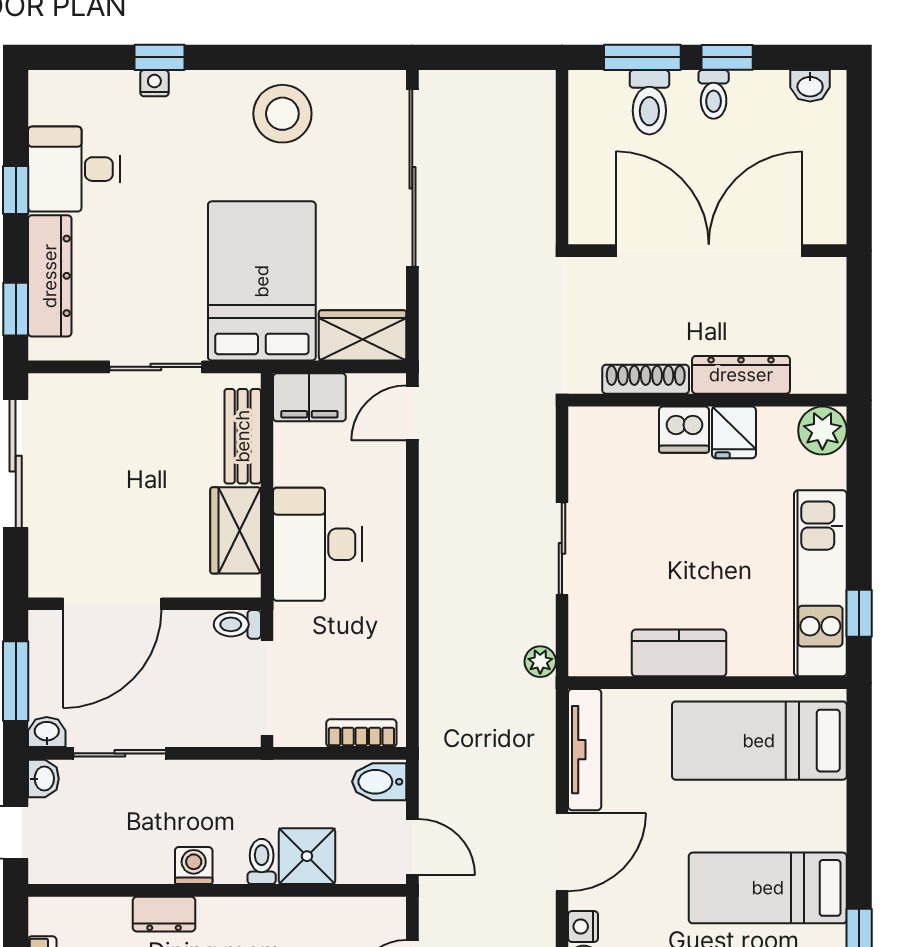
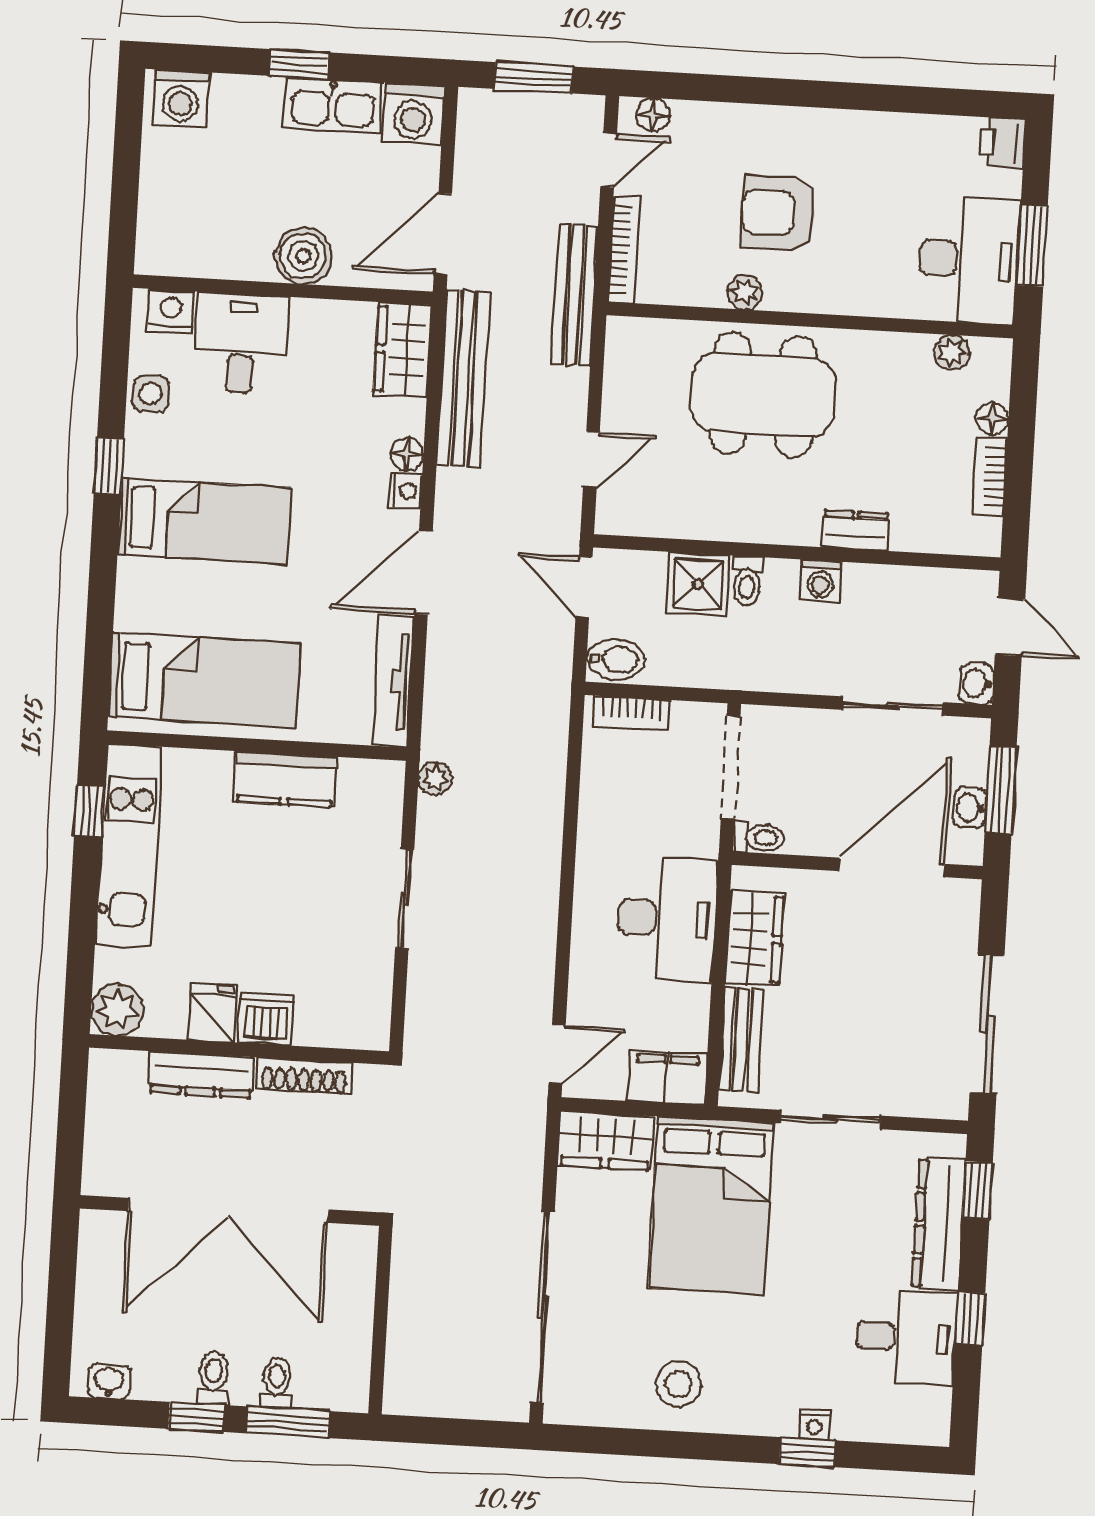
toilet: (649, 102) -> (277, 1383), width x0.73, depth x0.72
stool: (282, 114) -> (678, 1384), width x0.73, depth x0.73
washbasin: (47, 732) -> (970, 808), moved, turned 90

